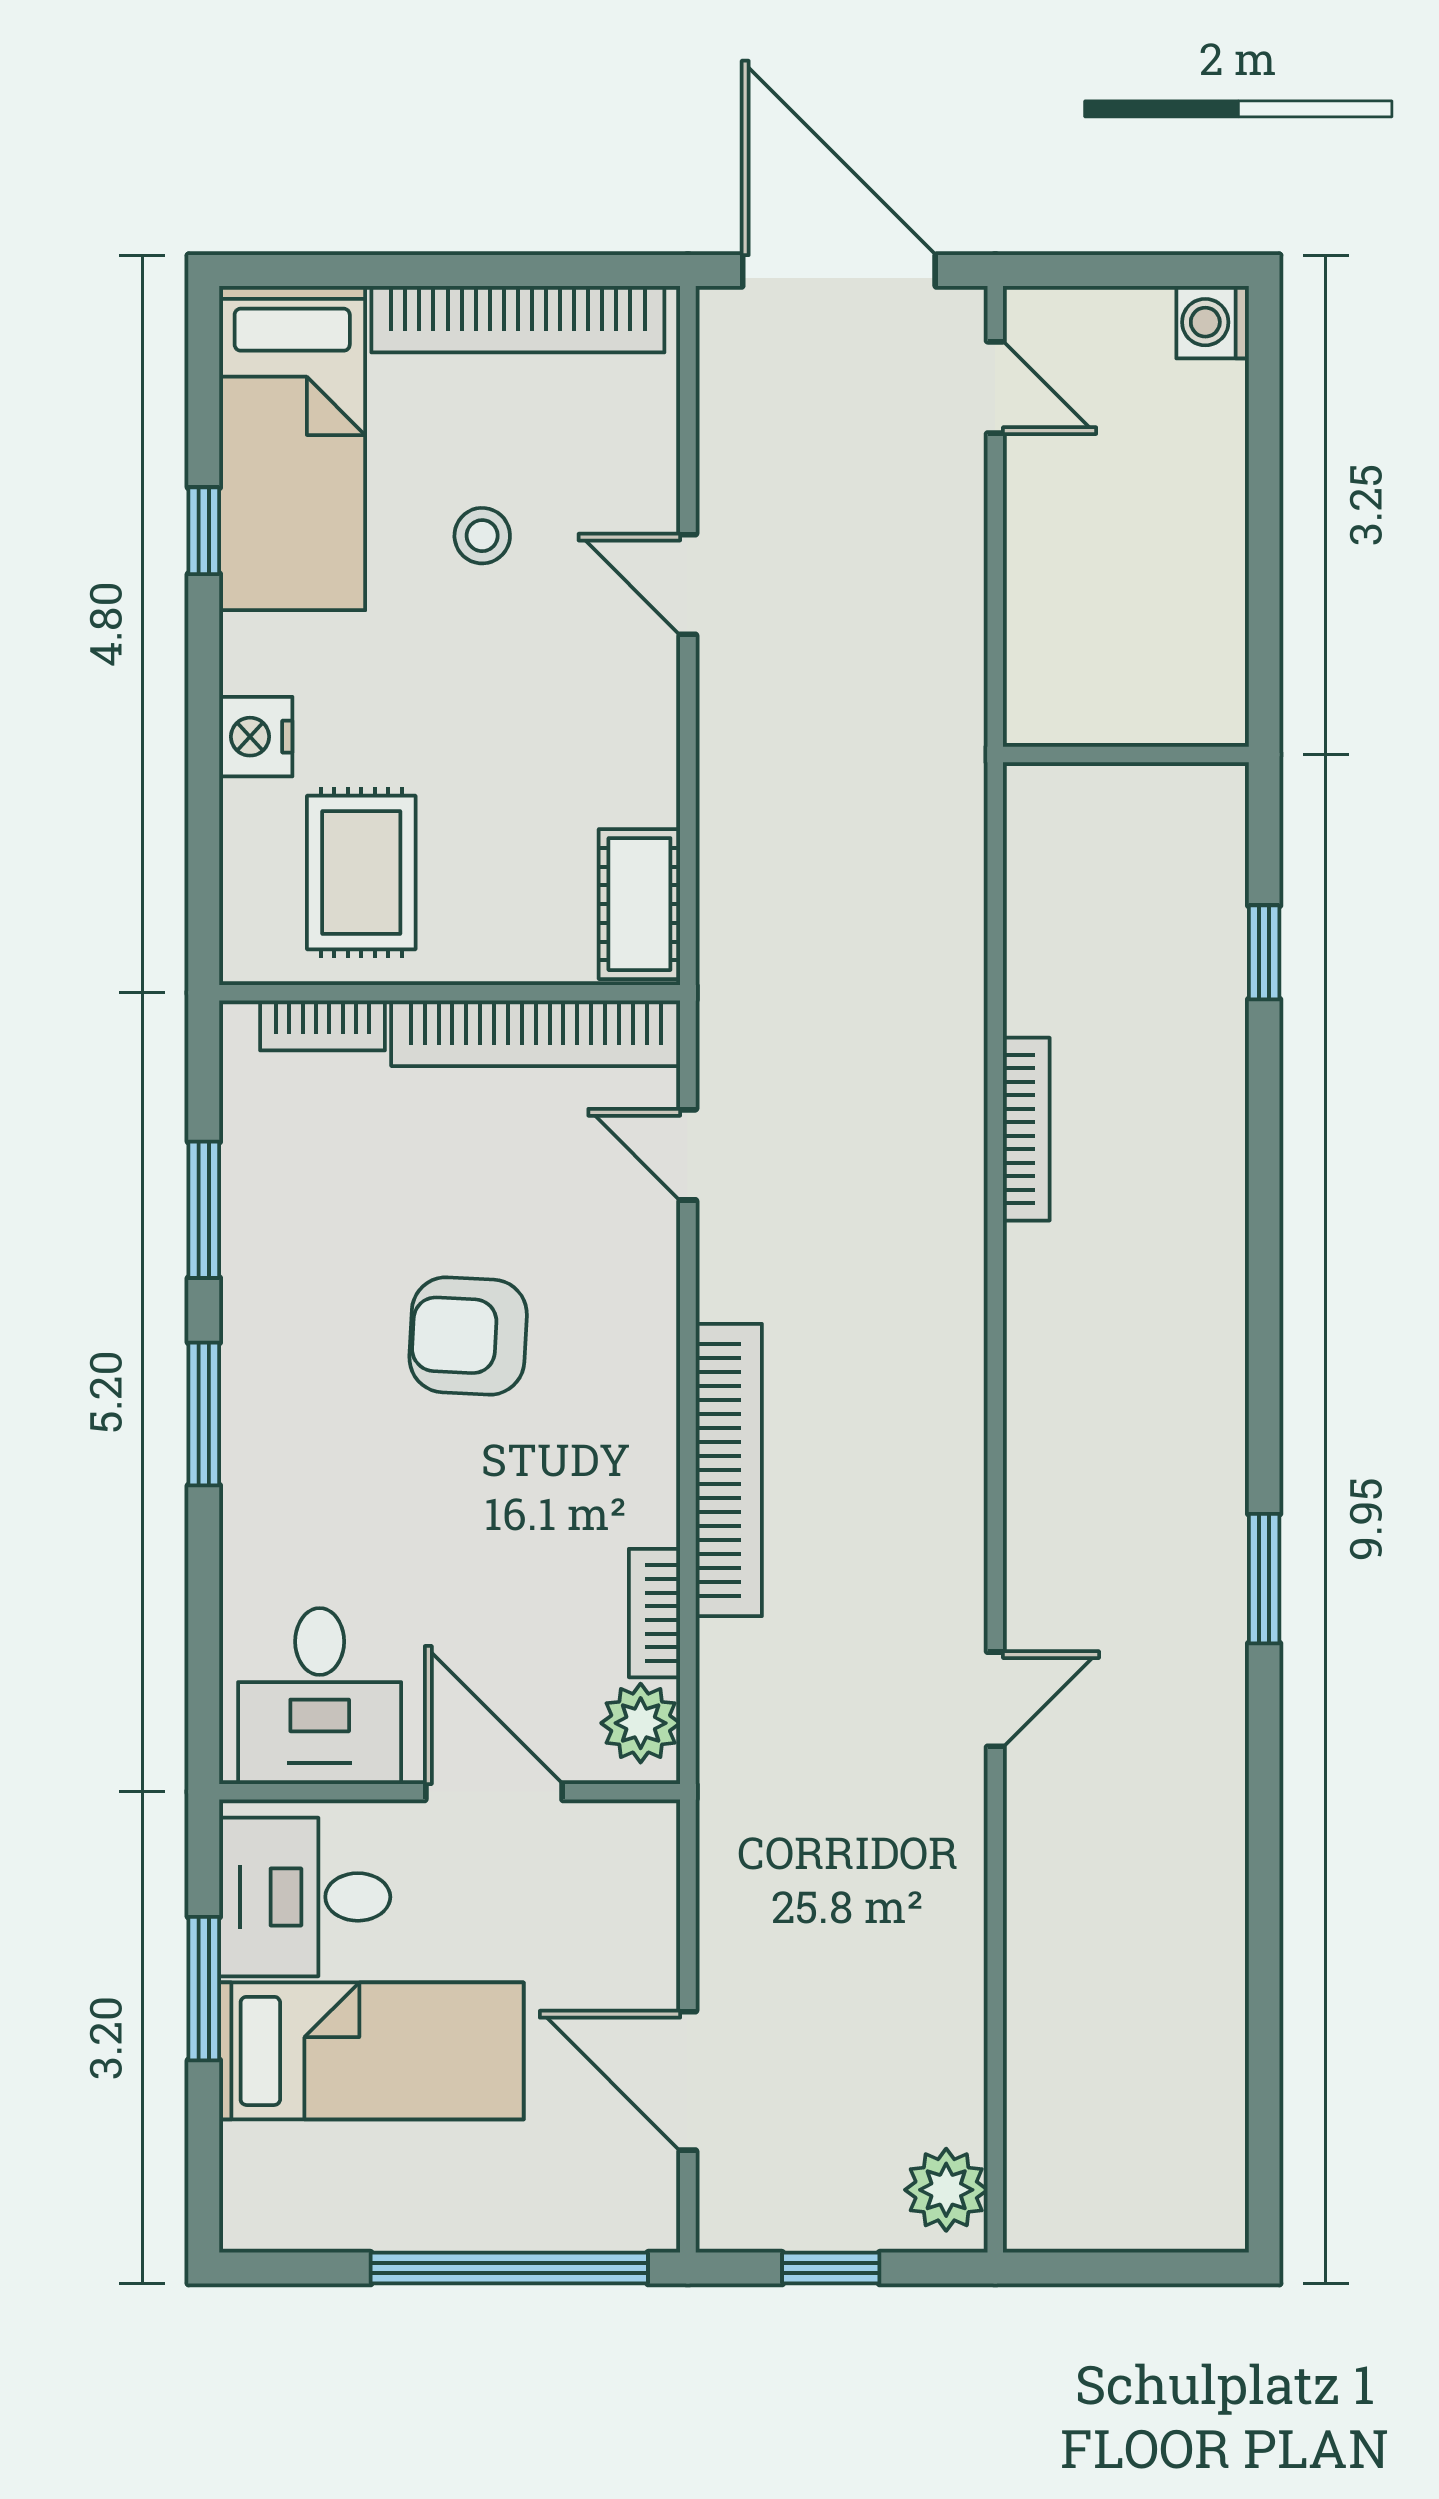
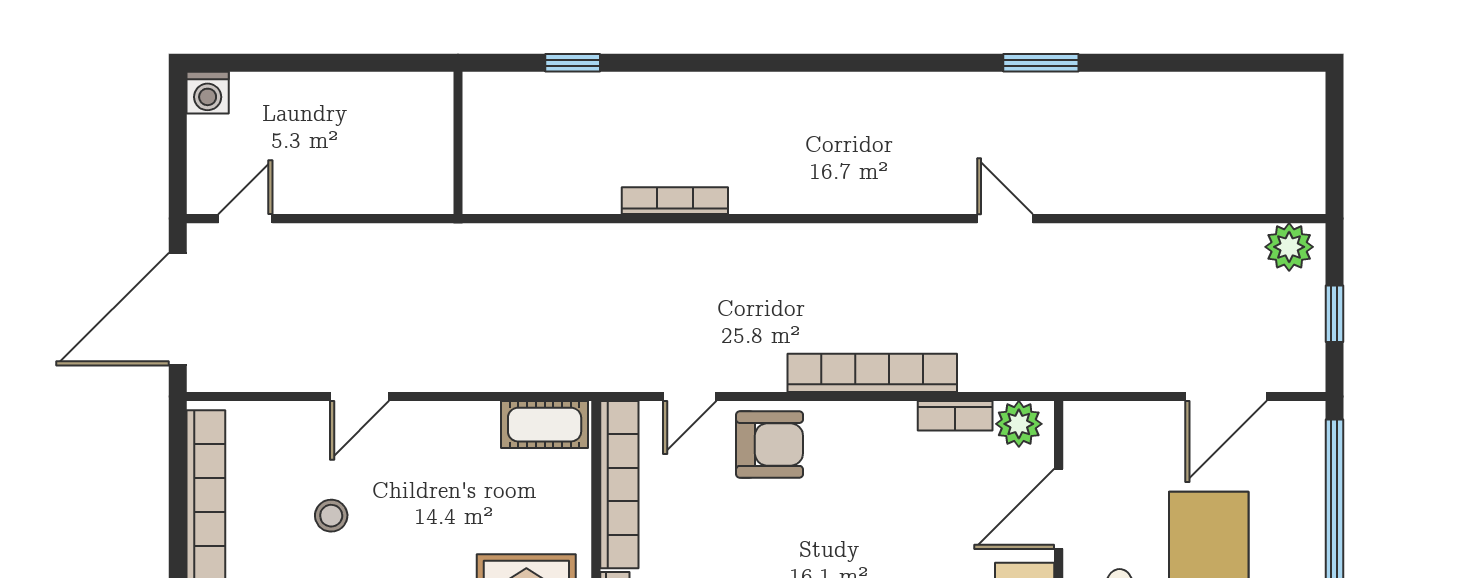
armchair: (468, 1336) -> (770, 444), moved, turned -93
window: (1264, 1579) -> (1041, 63), moved

